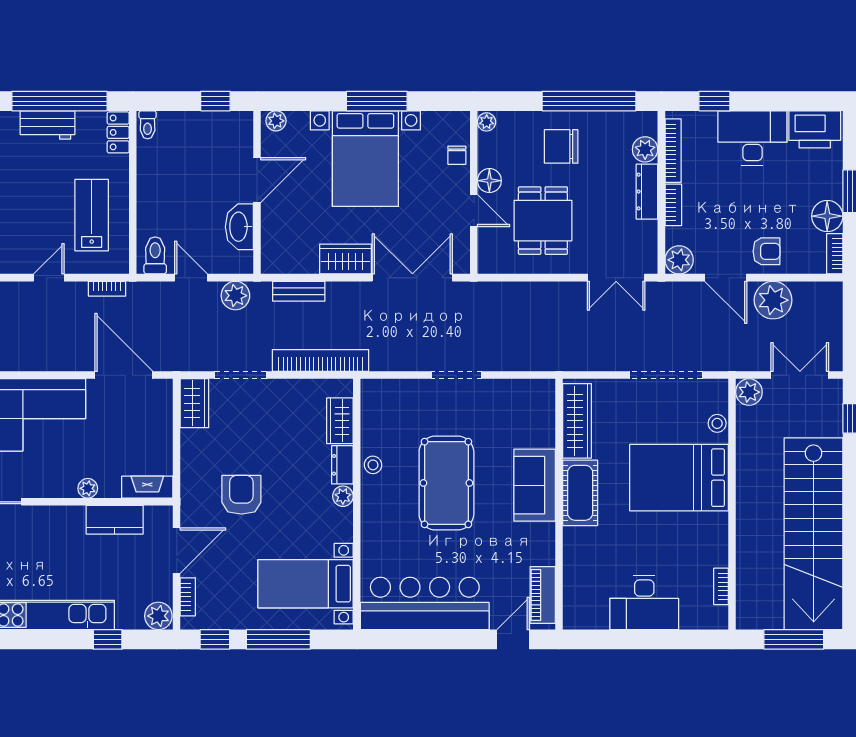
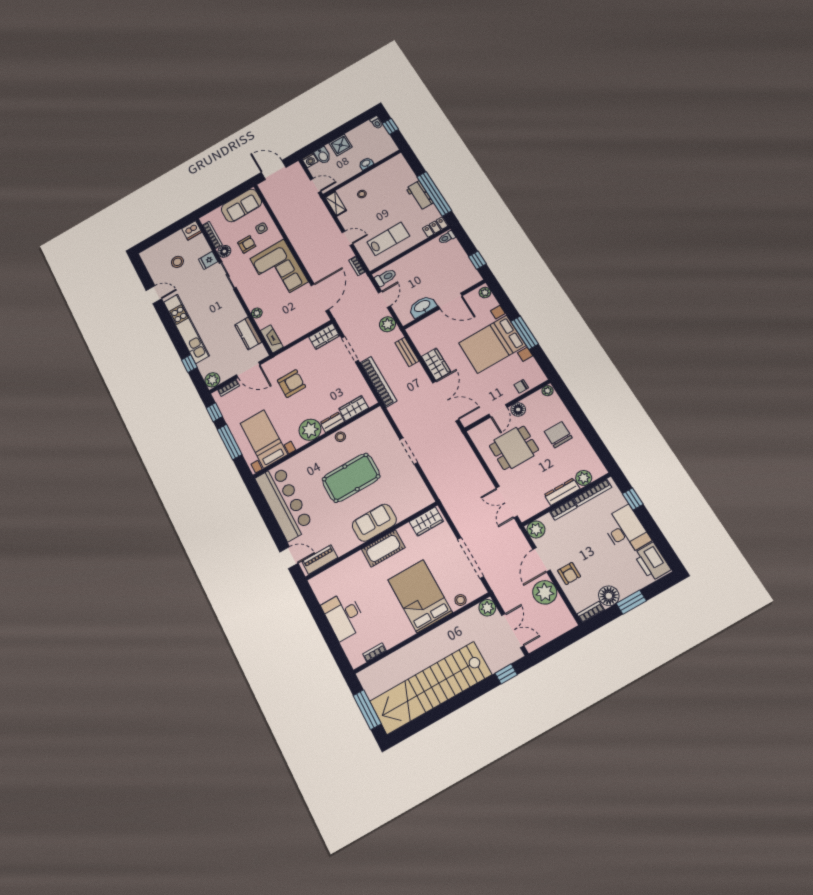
window: (589, 101) -> (591, 435), removed
wardrobe: (577, 421) -> (426, 521), width x0.67
plant: (343, 496) -> (310, 430), width x1.88, depth x1.88

